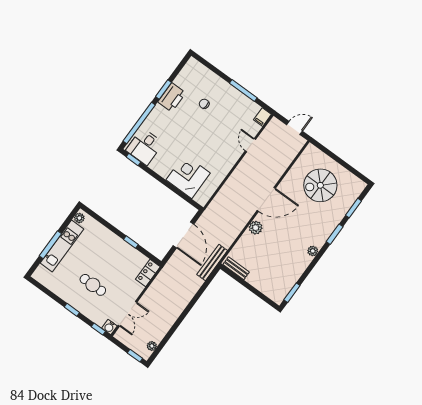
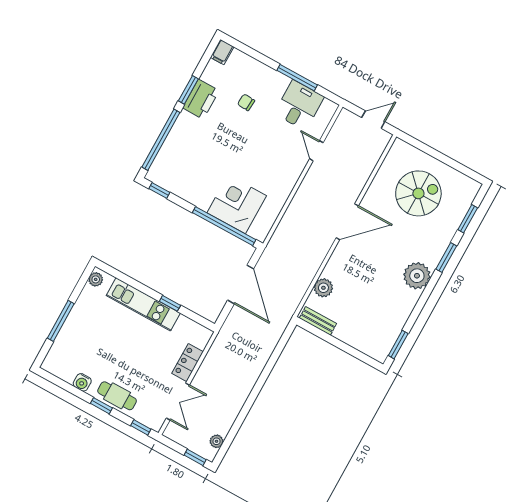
filing cabinet: (262, 117) -> (222, 52), moved
desk: (145, 147) -> (299, 105), moved, turned 180
spiral stairs: (320, 185) -> (418, 193), turned 180
window: (177, 191) -> (224, 226), added
plant: (256, 228) -> (323, 288), moved
kitchen unit: (62, 246) -> (143, 304), moved, turned 90
plant: (313, 251) -> (417, 276), width x1.88, depth x1.88
bench: (212, 262) -> (284, 317), removed
locker: (148, 273) -> (188, 363), moved
cafe table: (93, 285) -> (117, 396), moved
water cooler: (109, 327) -> (82, 382), moved

